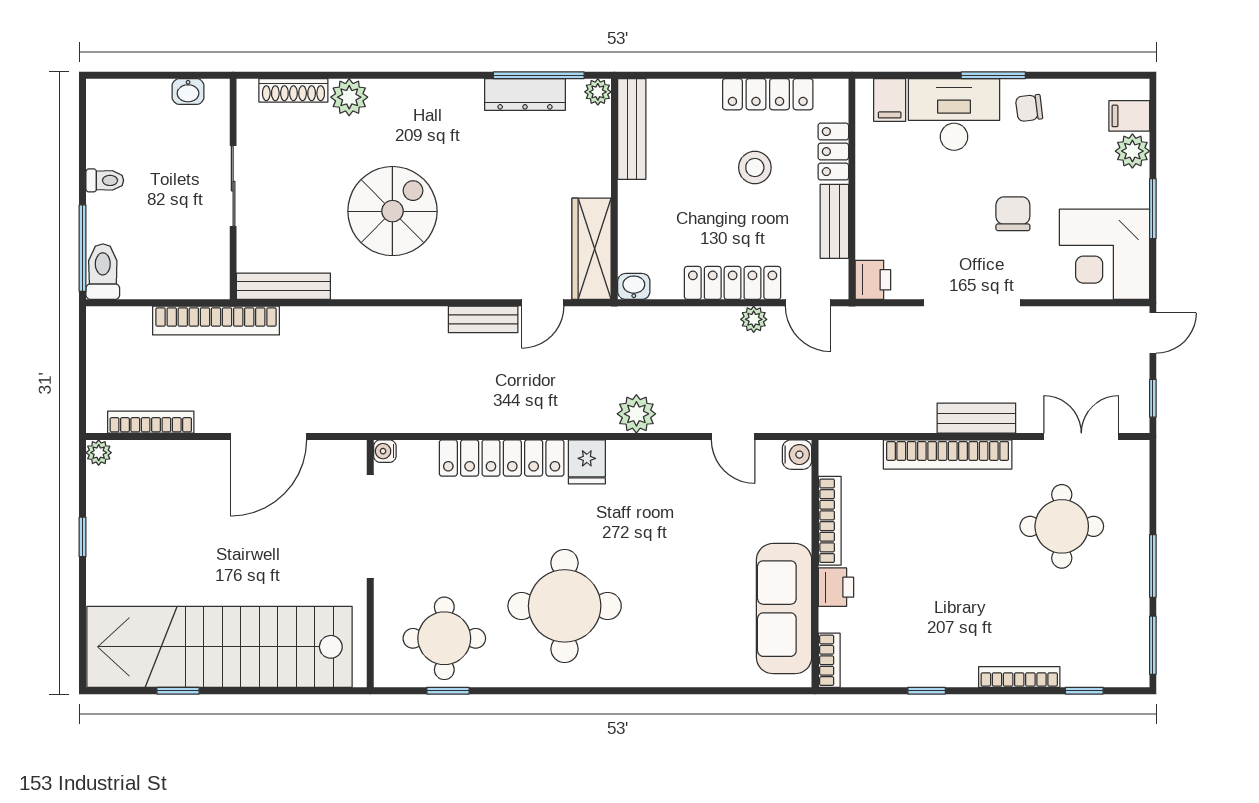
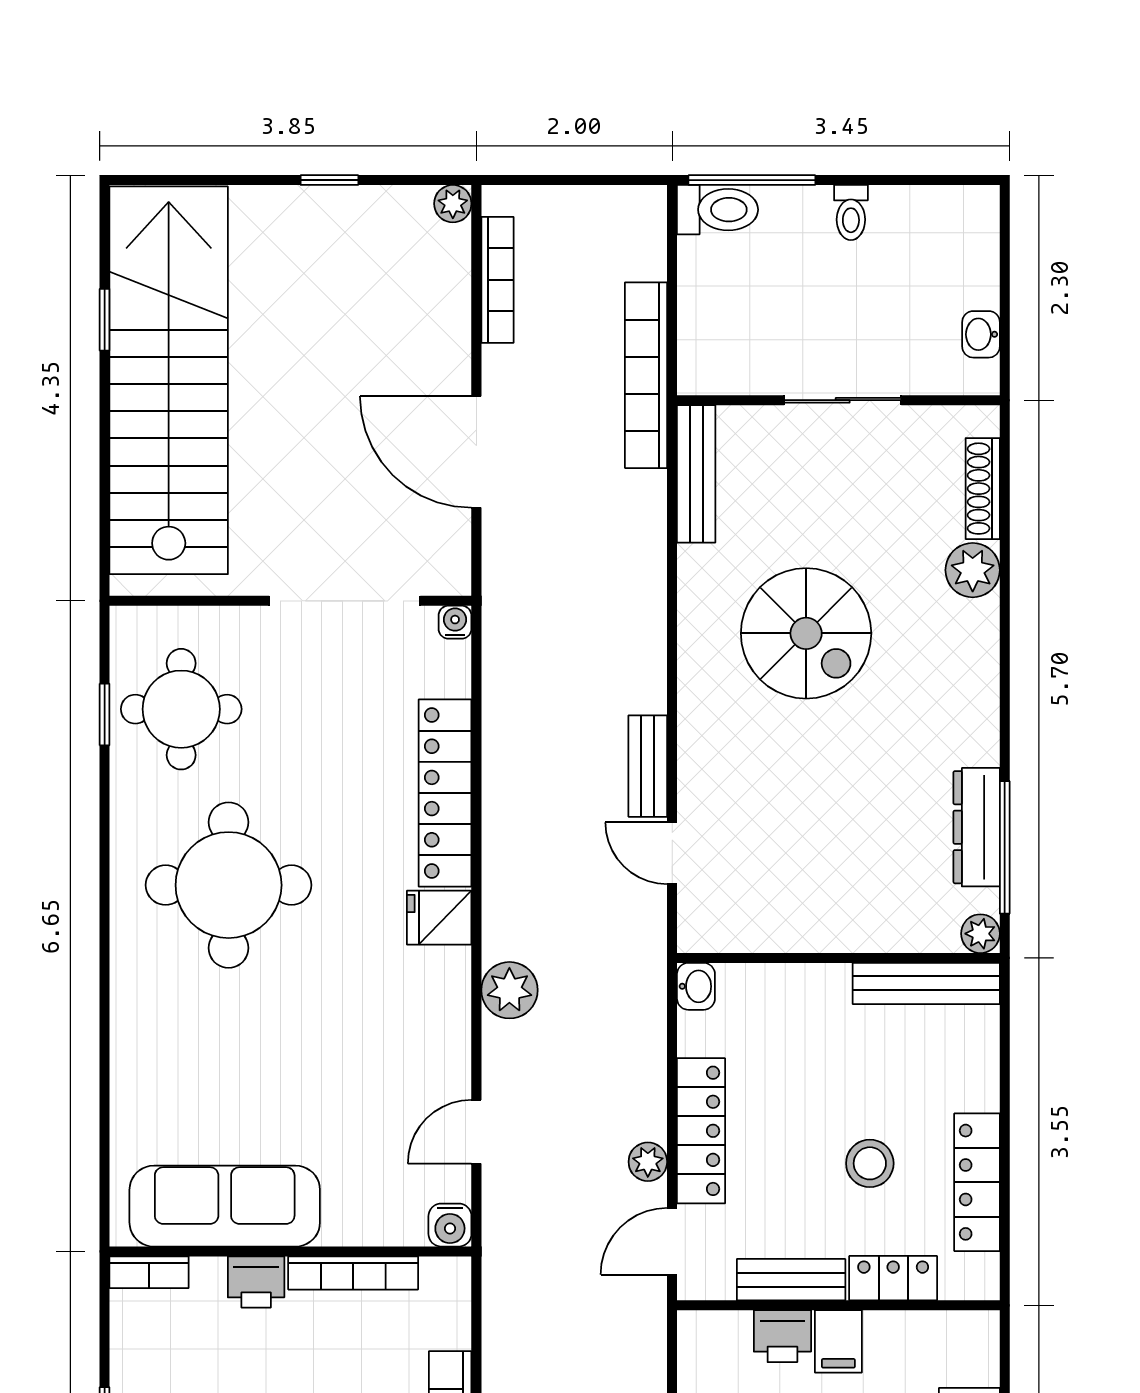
filing cabinet: (890, 100) -> (838, 1341), moved, turned -90
wardrobe: (591, 249) -> (751, 924), removed
printer: (873, 280) -> (782, 1336), moved

